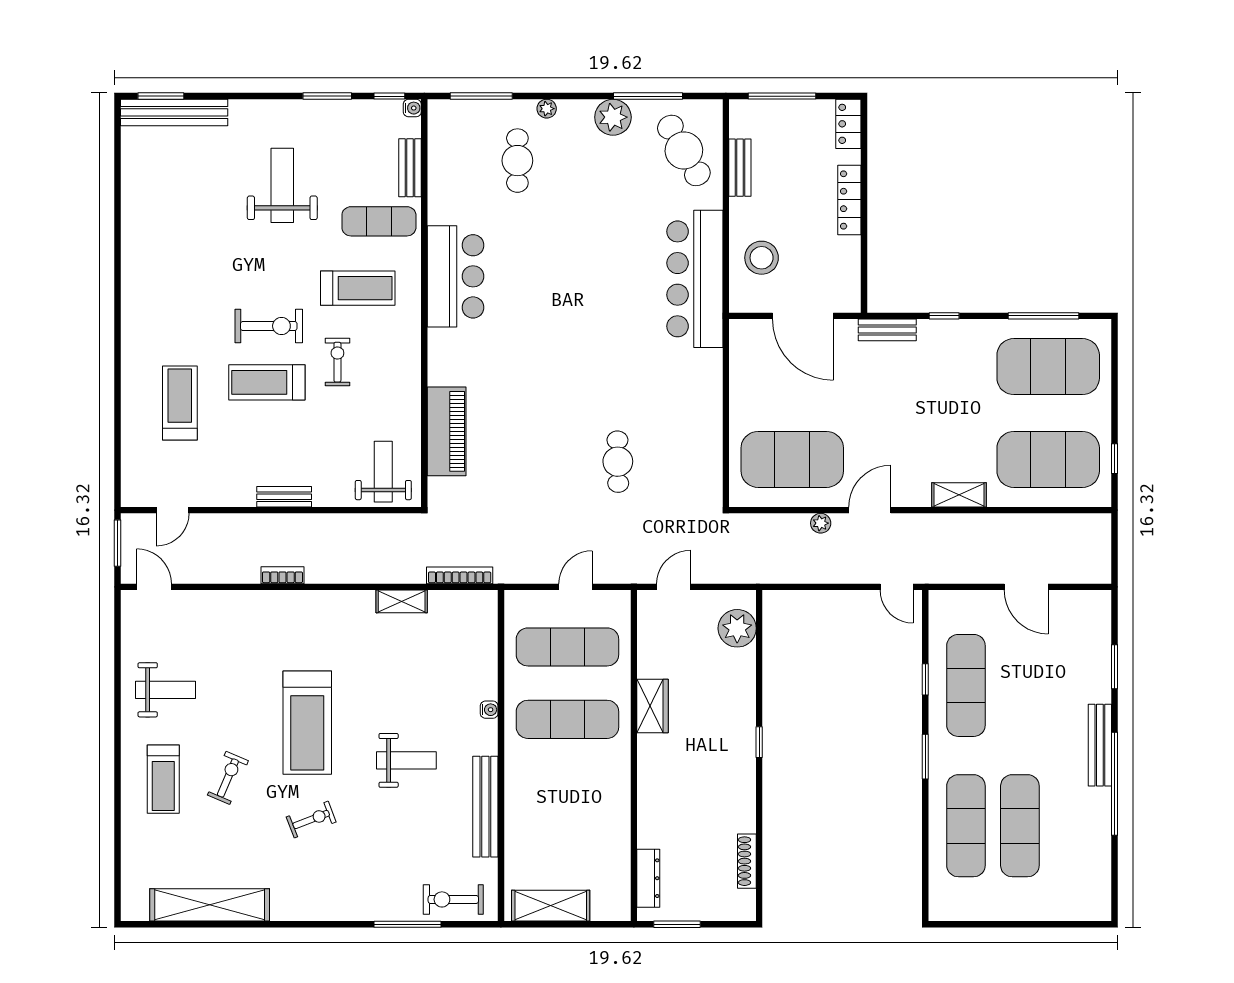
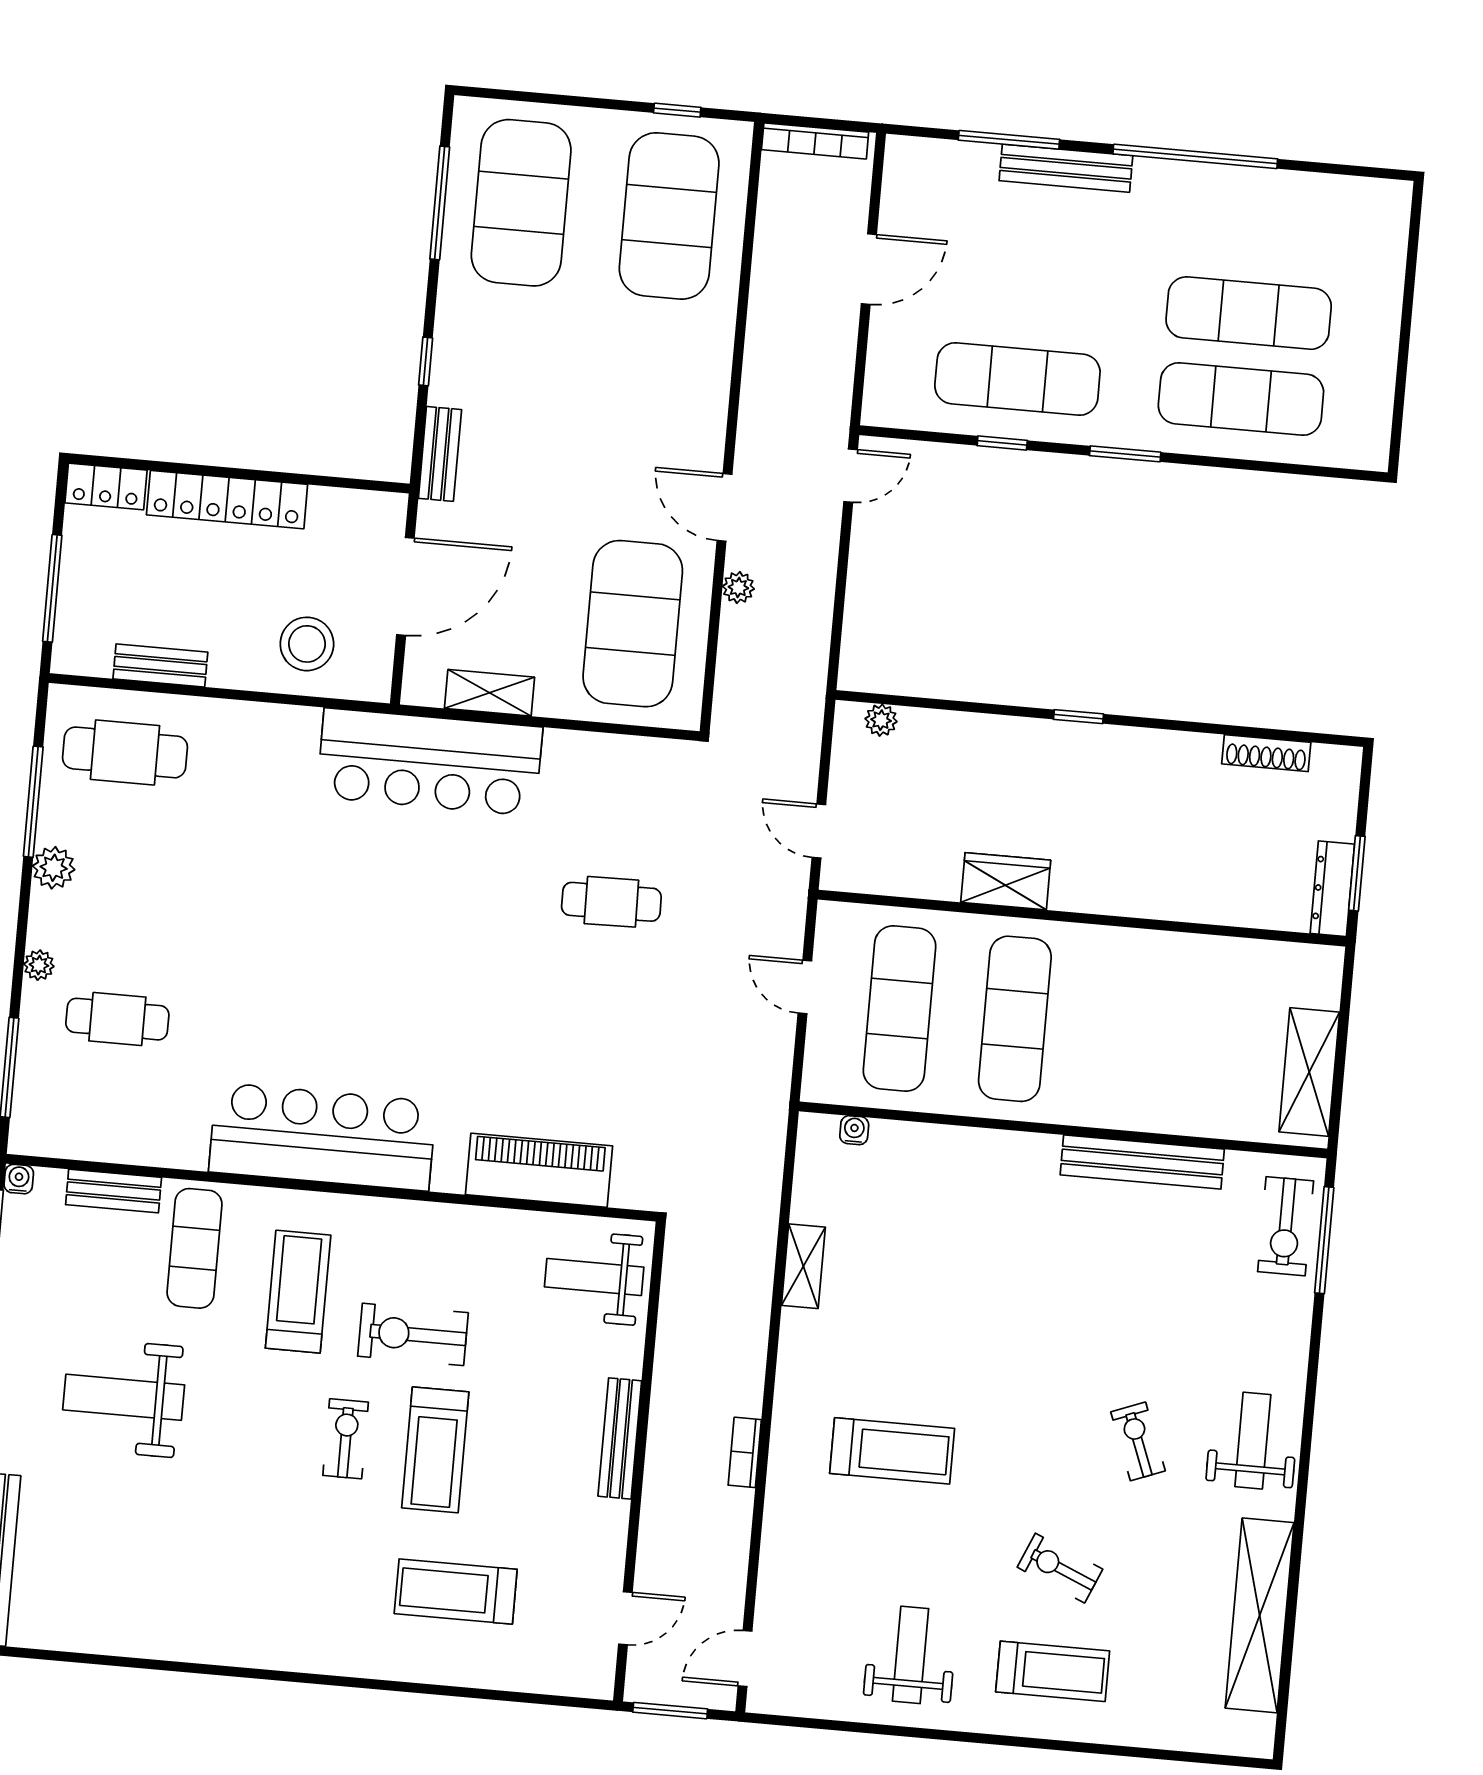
plant: (613, 117) -> (54, 868), width x0.73, depth x0.73
cafe table: (684, 150) -> (125, 752), turned 30
locker: (849, 200) -> (227, 500), width x1.41, depth x1.21
bar counter: (456, 276) -> (322, 1137), width x1.36
bar counter: (695, 279) -> (430, 762), moved
exercise bike: (269, 326) -> (346, 1439), width x0.73, depth x0.72
exercise bike: (337, 362) -> (413, 1334), width x1.38, depth x1.39
shelving: (959, 495) -> (490, 693), moved, turned 90
bench: (284, 497) -> (620, 1438), width x1.36
door: (173, 510) -> (625, 1618), hinge flipped
bookcase: (460, 575) -> (815, 141), moved, turned -90
plant: (737, 628) -> (881, 720), width x0.53, depth x0.53
window: (1114, 667) -> (1009, 140), width x1.44
water cooler: (489, 710) -> (854, 1130), moved
treadmill: (307, 723) -> (892, 1451), moved, width x0.73, depth x0.73
bench: (1100, 745) -> (1066, 168), moved
weight bench: (406, 760) -> (1253, 1441), moved
dresser: (648, 878) -> (1332, 889), moved, turned -90
window: (408, 924) -> (1324, 1240), moved

